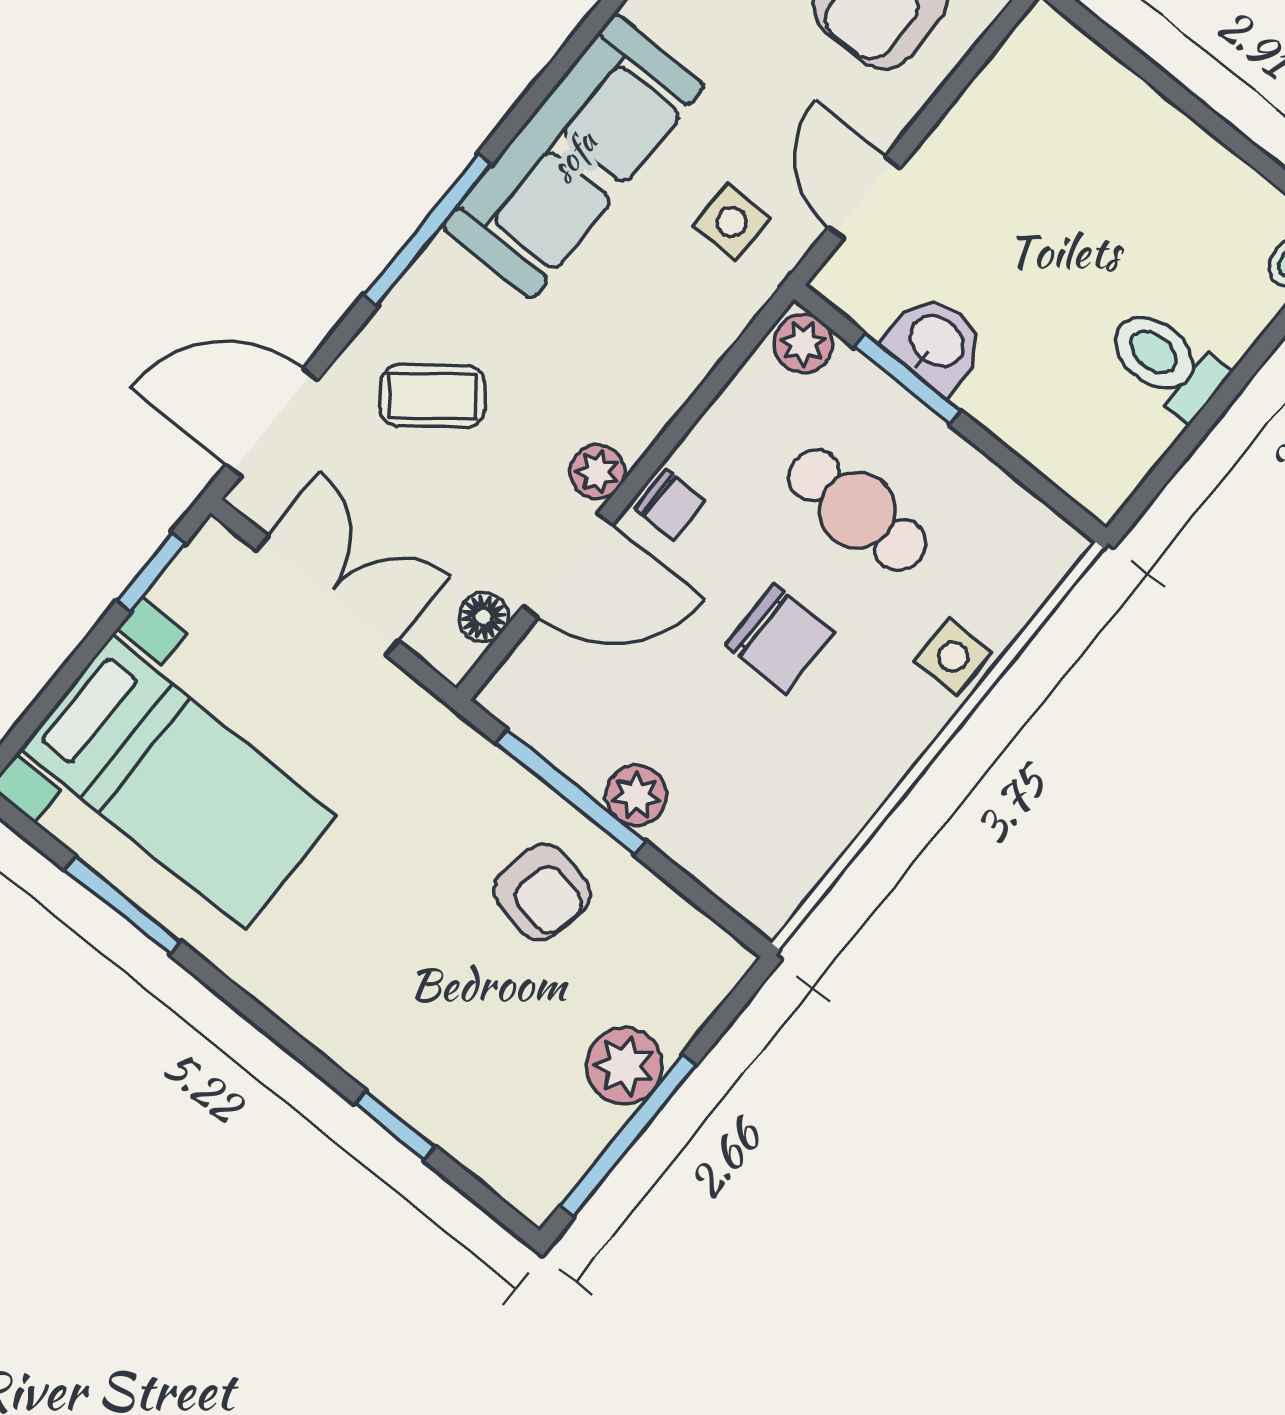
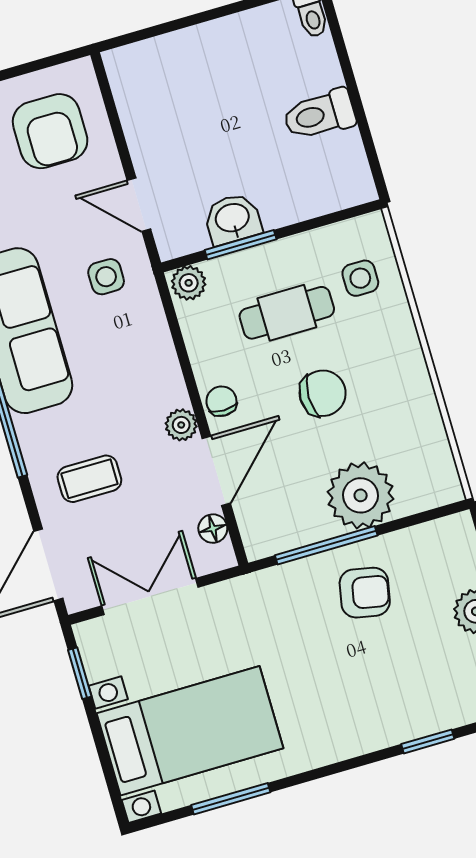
coffee table: (433, 396) -> (89, 479), turned 38
chair: (670, 505) -> (221, 401), turned -90
side table: (953, 657) -> (360, 278), moved
plant: (637, 795) -> (361, 495), width x1.88, depth x1.88

